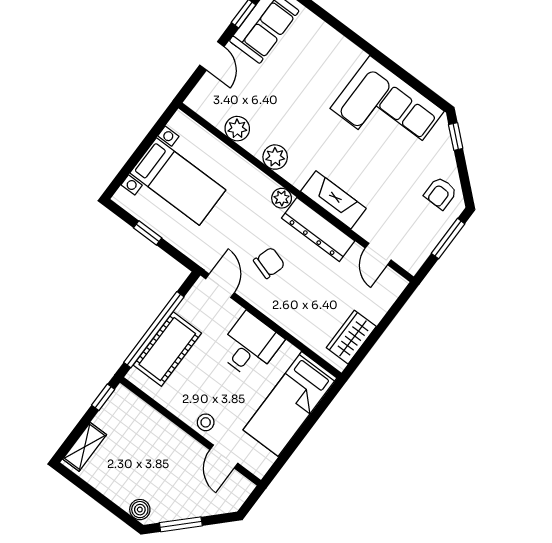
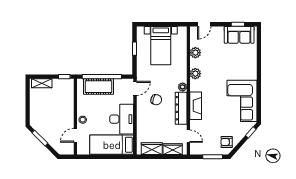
door: (212, 56) -> (204, 24), moved
door: (378, 254) -> (188, 136), swing flipped
wardrobe: (380, 300) -> (173, 149), added
desk: (250, 346) -> (122, 119), width x1.37
boiler: (140, 510) -> (34, 120), removed

